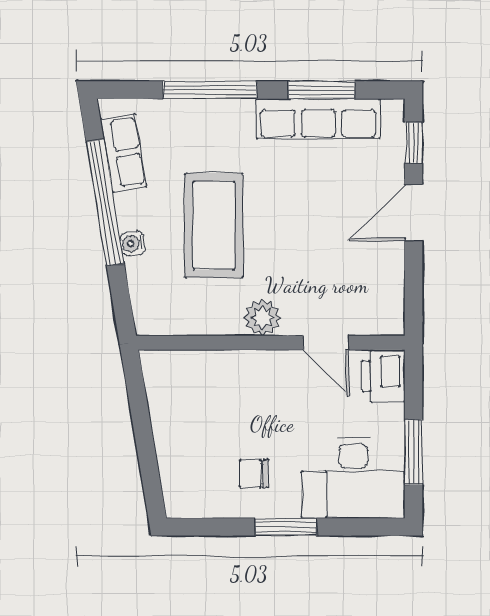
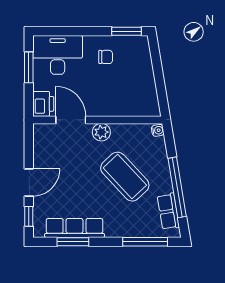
window: (210, 90) -> (145, 242), moved
coffee table: (214, 225) -> (125, 177), turned -43
water cooler: (133, 243) -> (158, 130), moved
door: (326, 343) -> (71, 120), width x1.38
window: (286, 527) -> (127, 31), moved

